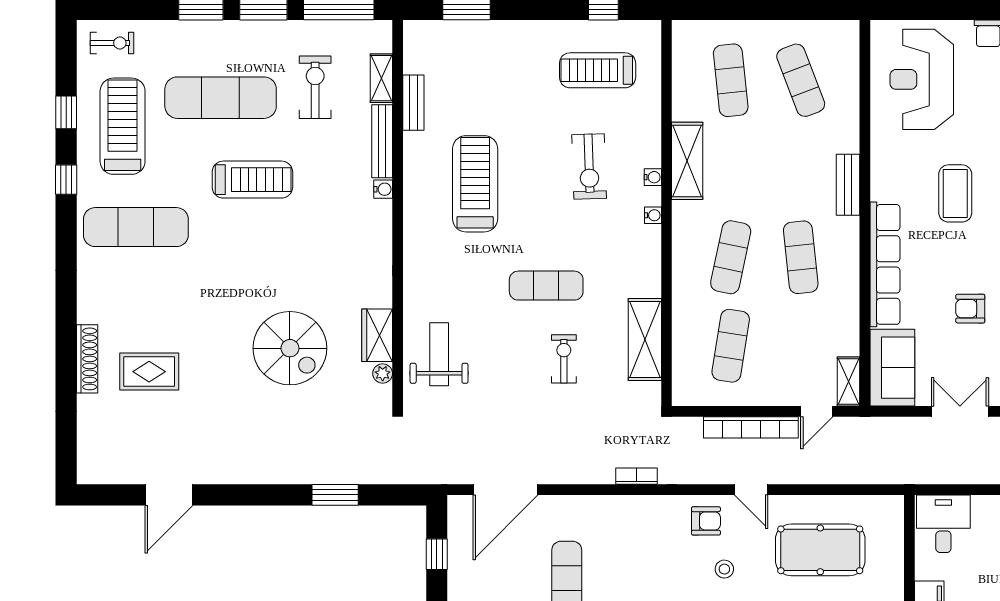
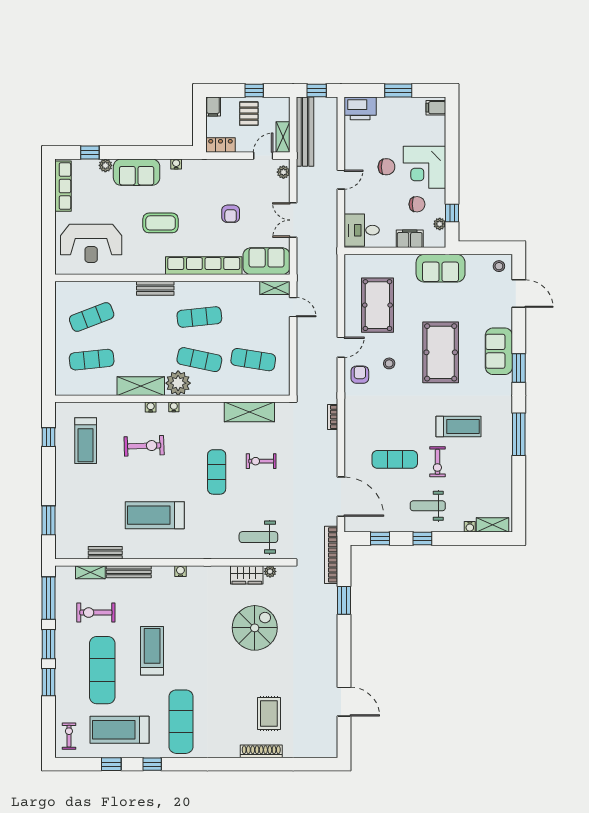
water cooler: (383, 189) -> (180, 571), moved
plant: (692, 222) -> (178, 383), added
bookcase: (751, 427) -> (331, 555), moved, turned 180

